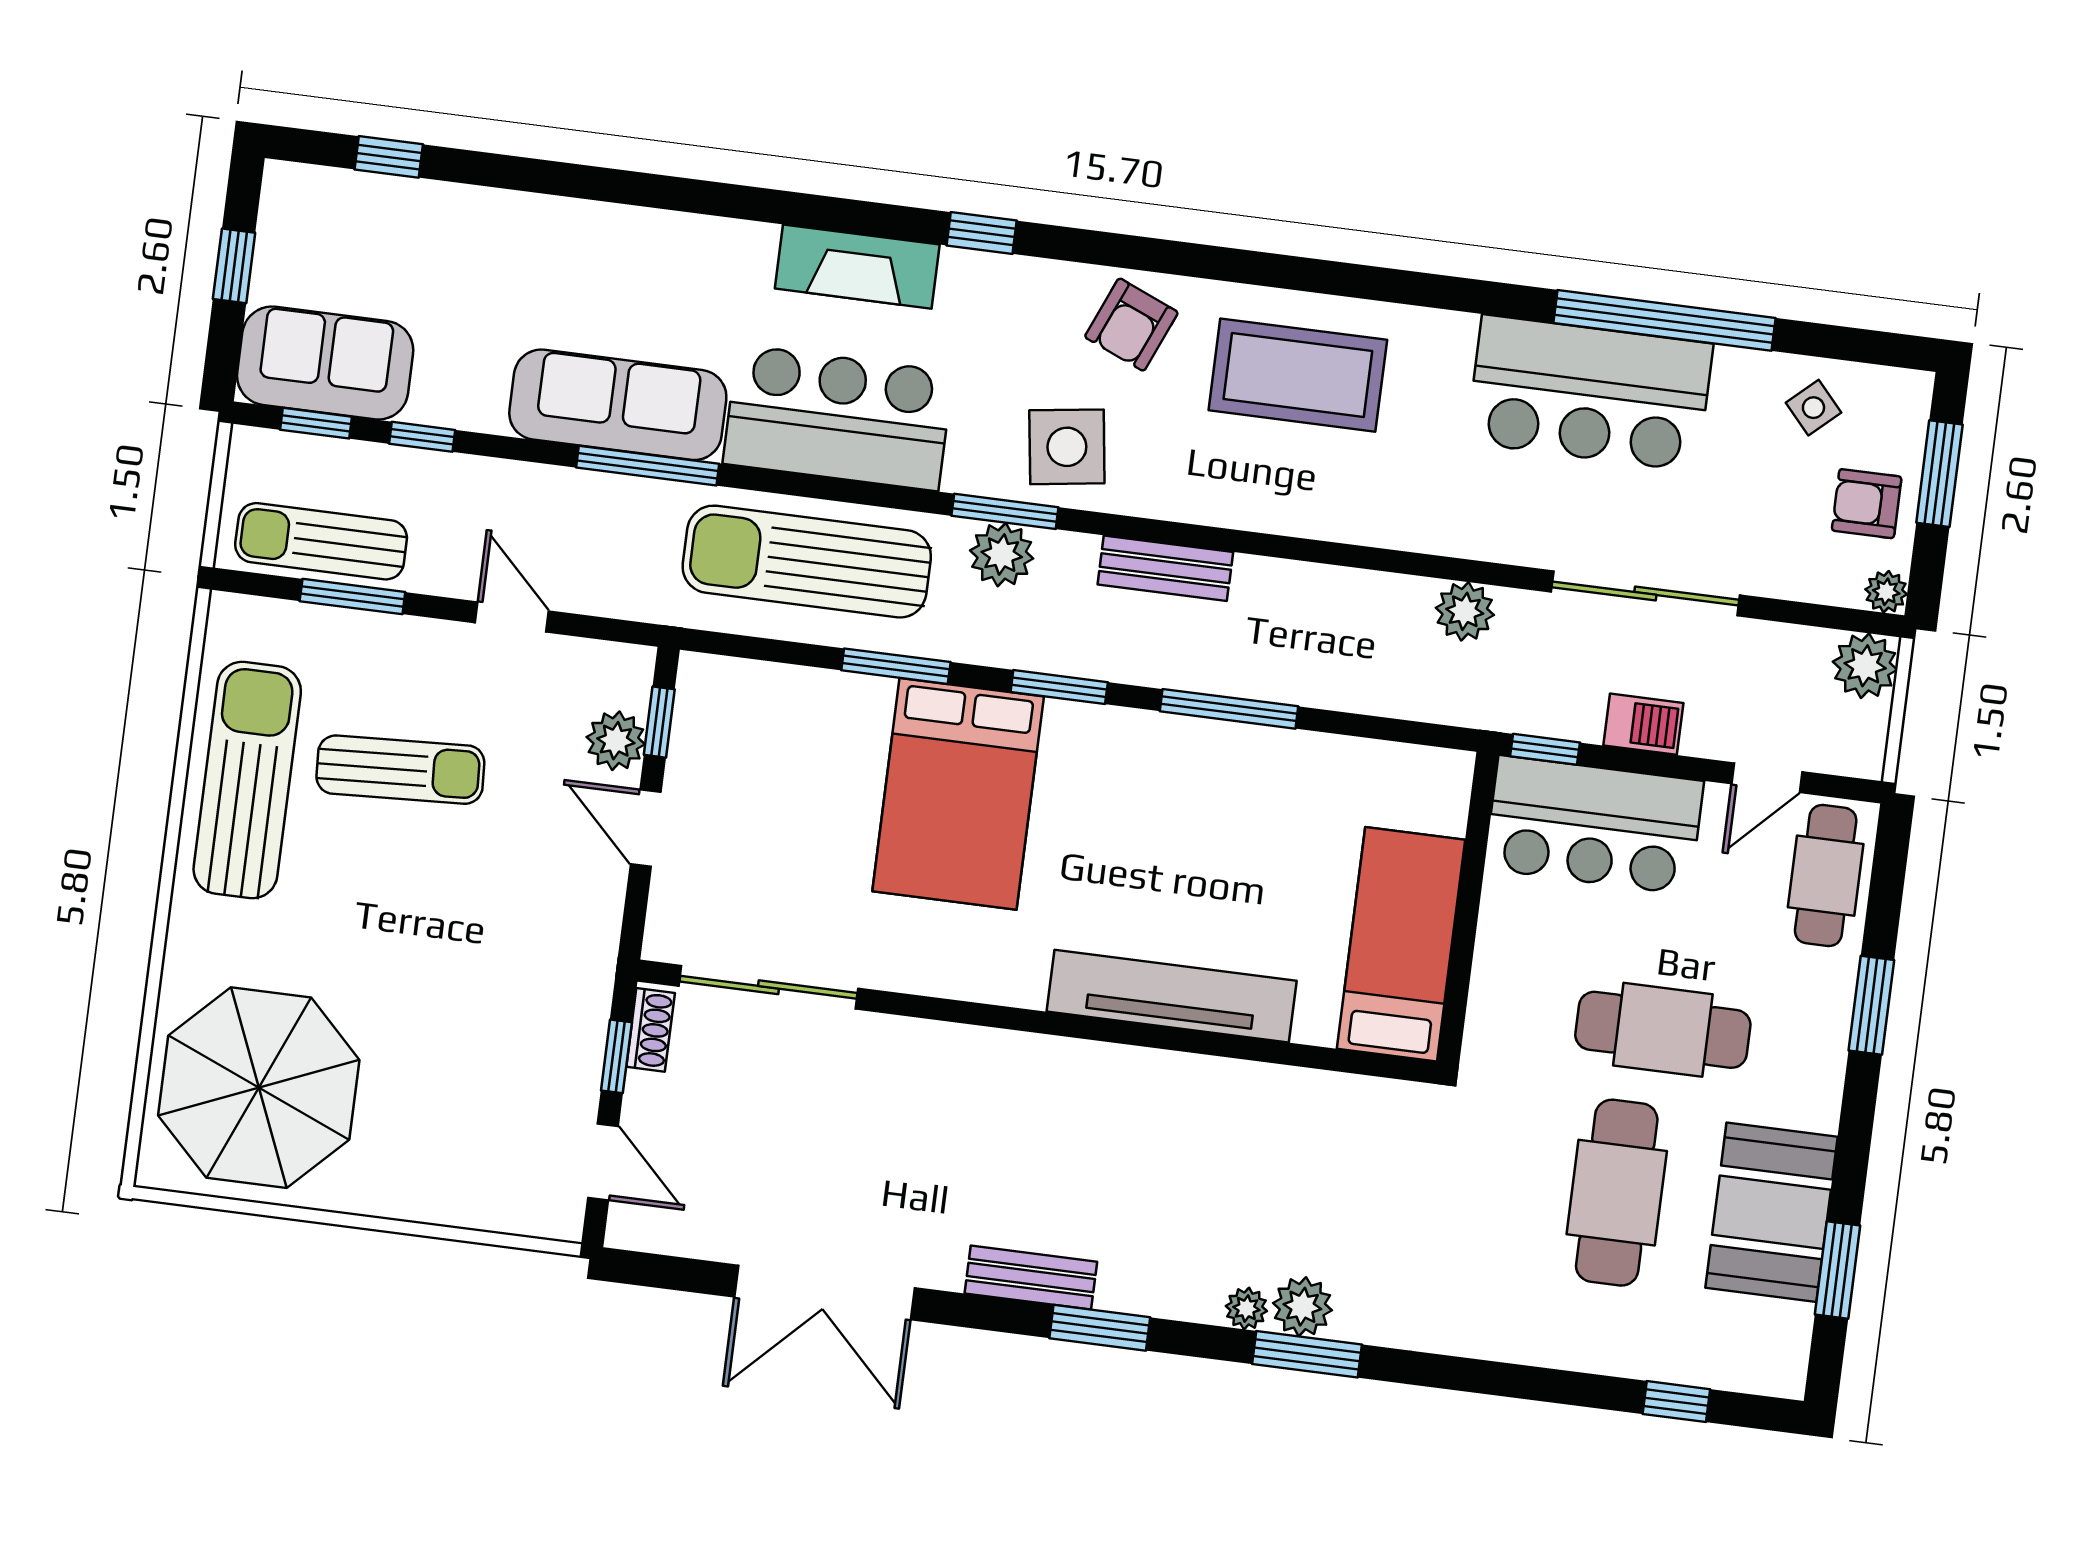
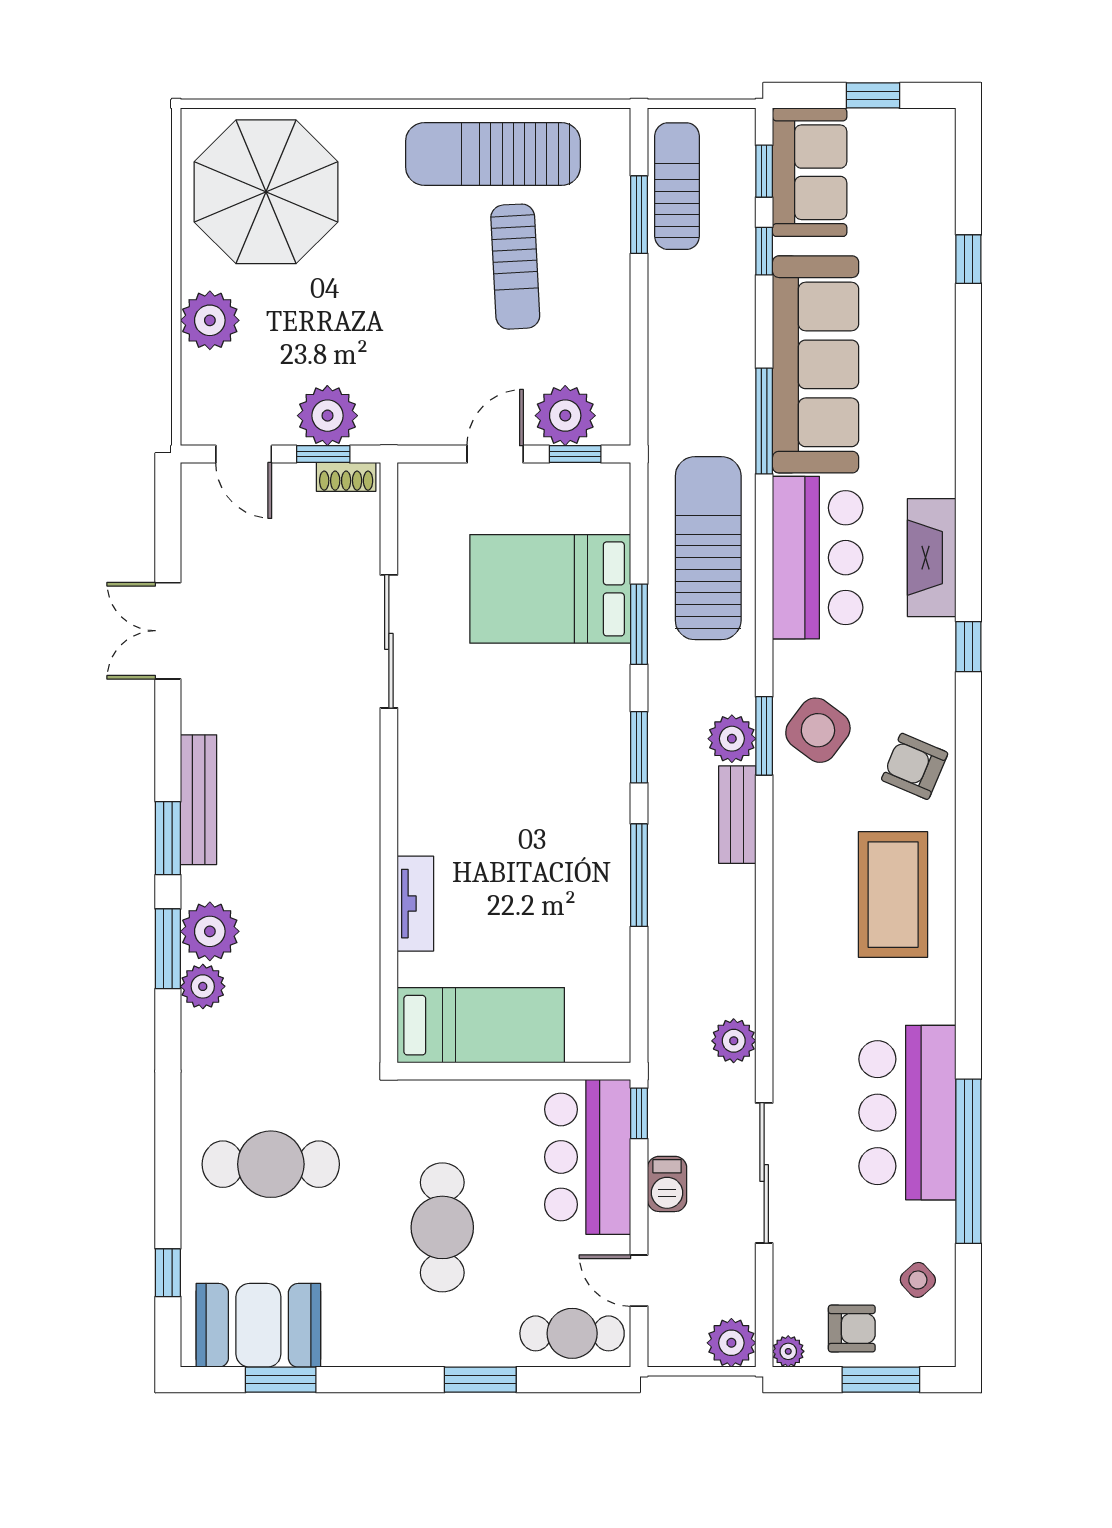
window: (389, 157) -> (968, 259), moved
sofa: (618, 405) -> (816, 364), width x1.36, depth x1.27
side table: (1067, 447) -> (818, 730), turned 45
armchair: (1867, 504) -> (852, 1328), turned 90
window: (1005, 511) -> (764, 736), moved
plant: (1002, 555) -> (732, 739), moved
door: (512, 617) -> (639, 335), removed
plant: (616, 741) -> (565, 416), width x1.36, depth x1.36
sun lounger: (247, 780) -> (493, 154), turned 180
bed: (958, 794) -> (550, 589), moved
sliding door: (768, 987) -> (389, 641), moved
tv unit: (1172, 996) -> (415, 904), width x0.52, depth x0.78
plant: (566, 1044) -> (327, 416), added
door: (603, 1162) -> (244, 454), hinge flipped
plant: (420, 1184) -> (210, 320), added
cafe table: (1617, 1193) -> (271, 1164), moved
booth: (1772, 1212) -> (258, 1325), moved
bench: (1031, 1278) -> (199, 800), width x1.36
double door: (824, 1292) -> (168, 631), width x0.73
plant: (1246, 1308) -> (210, 931), width x1.87, depth x1.87
window: (1307, 1354) -> (168, 949), moved

